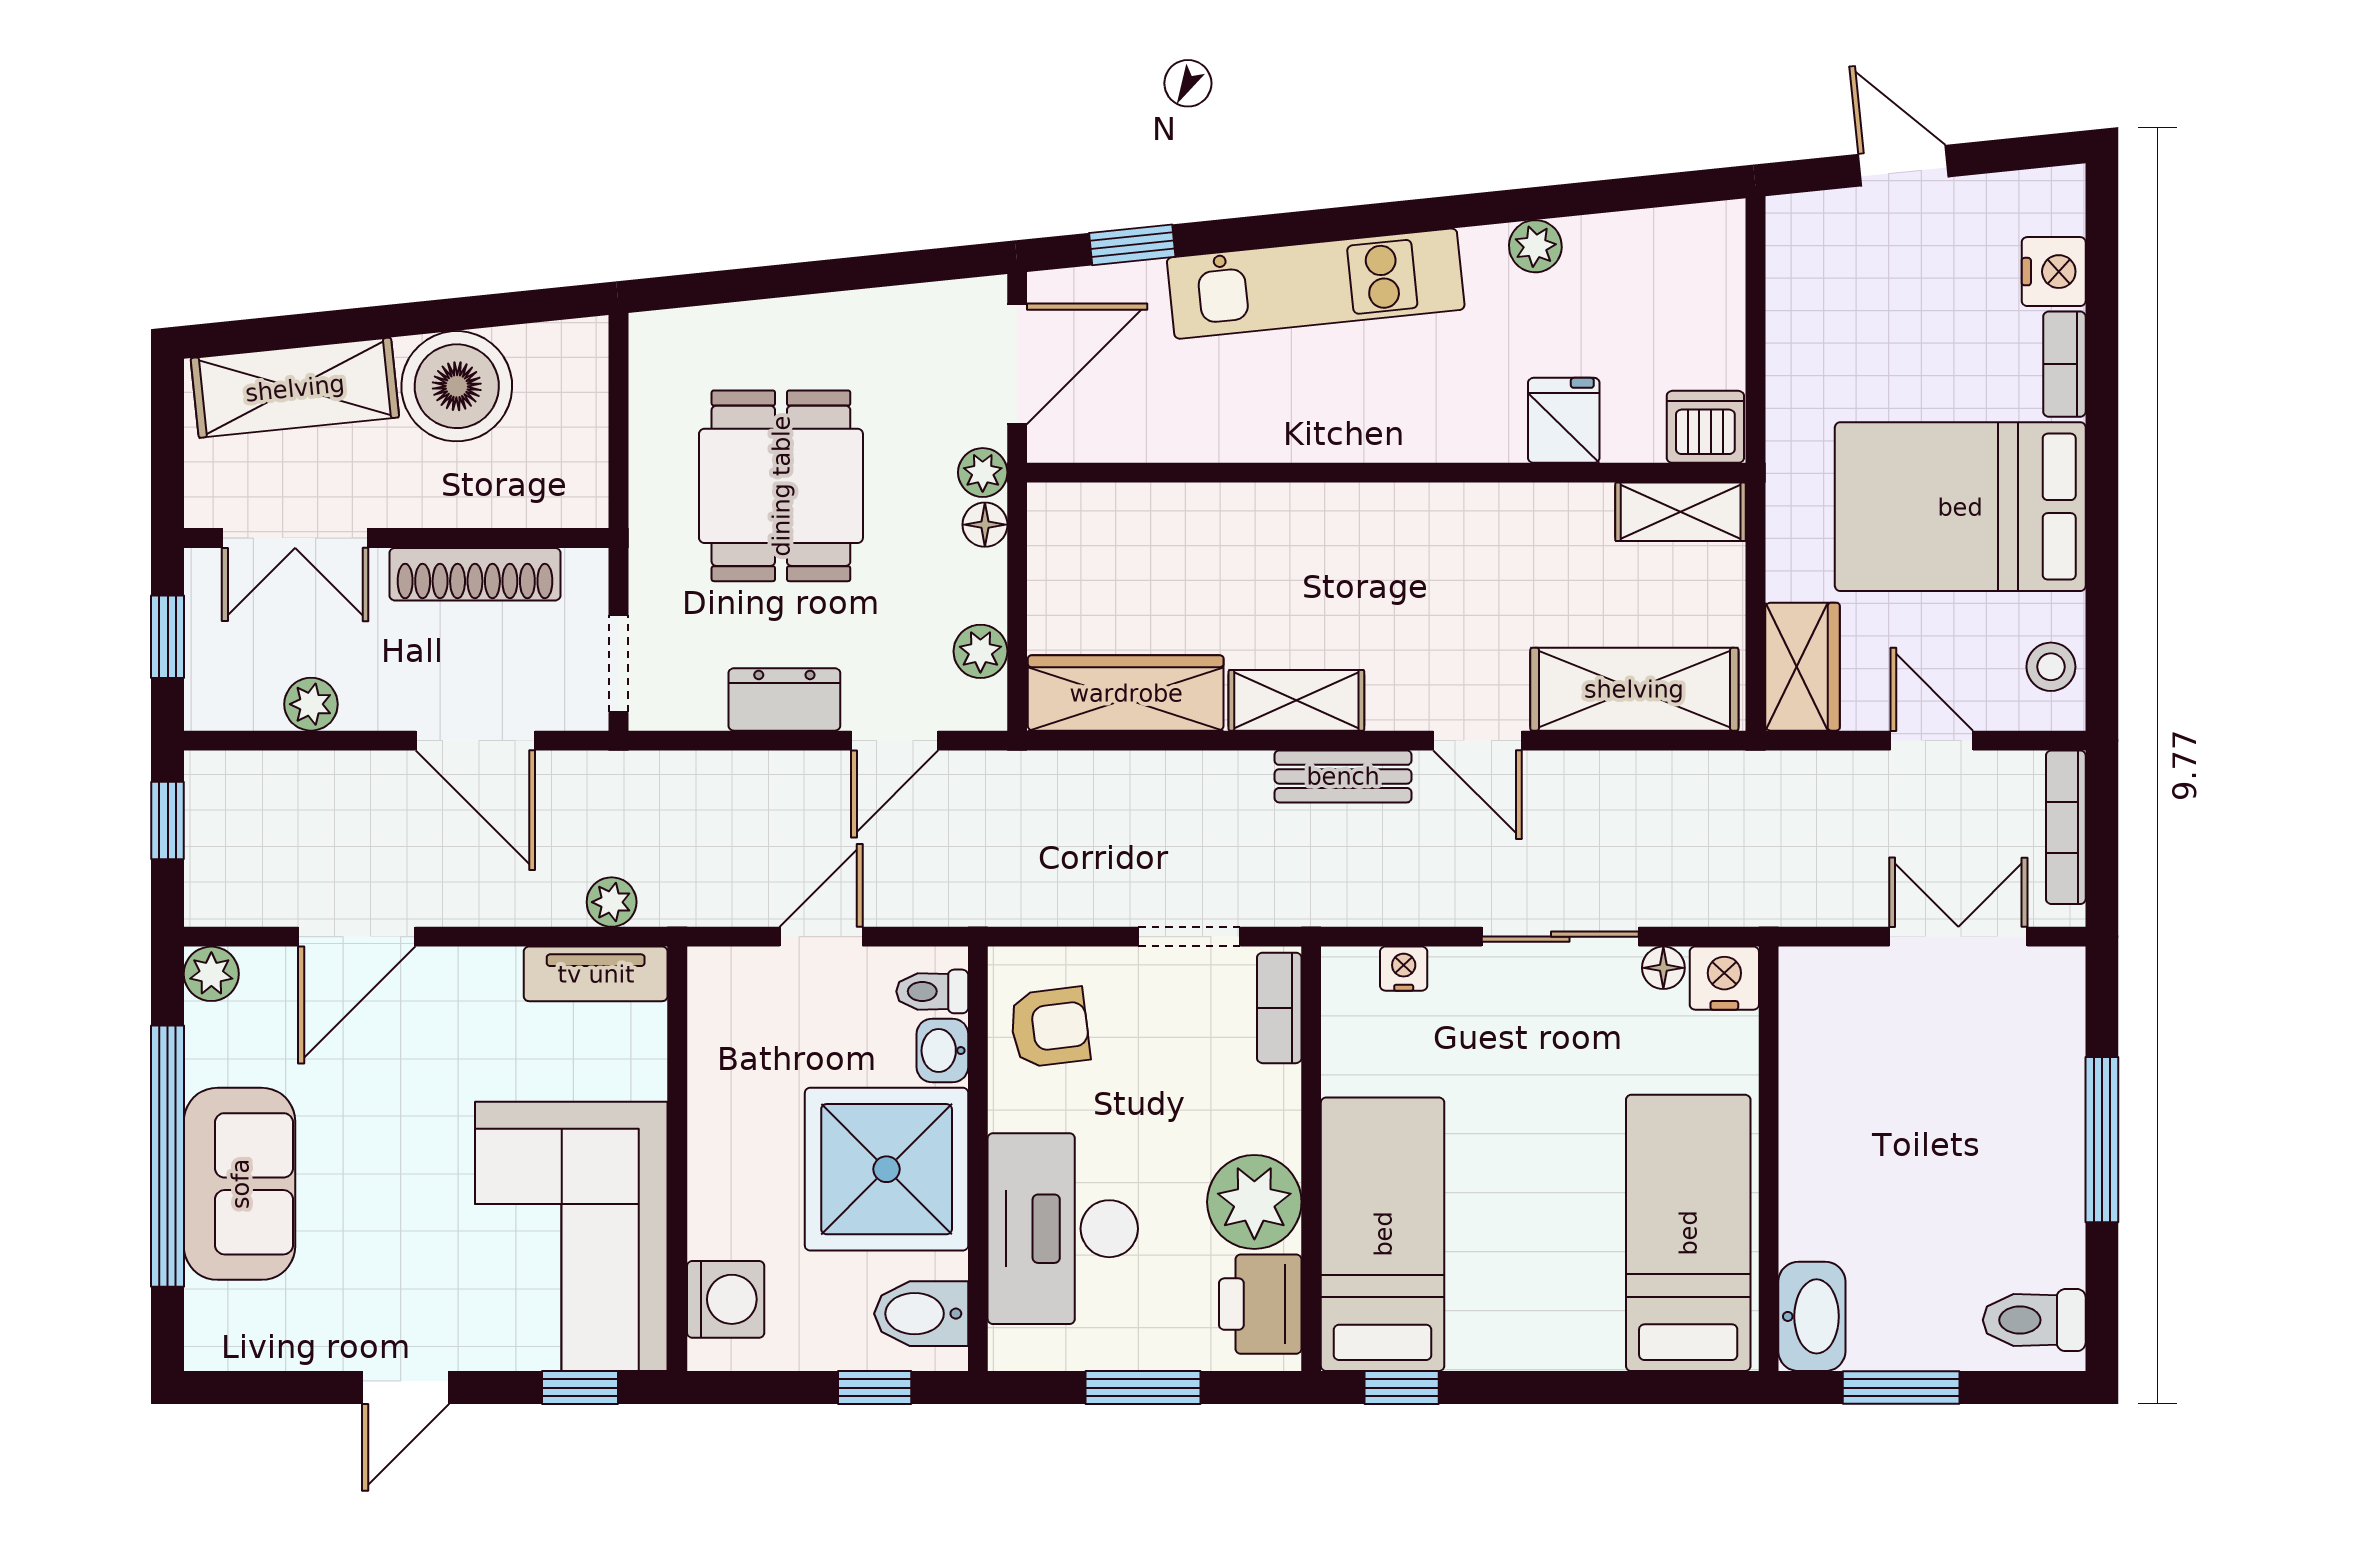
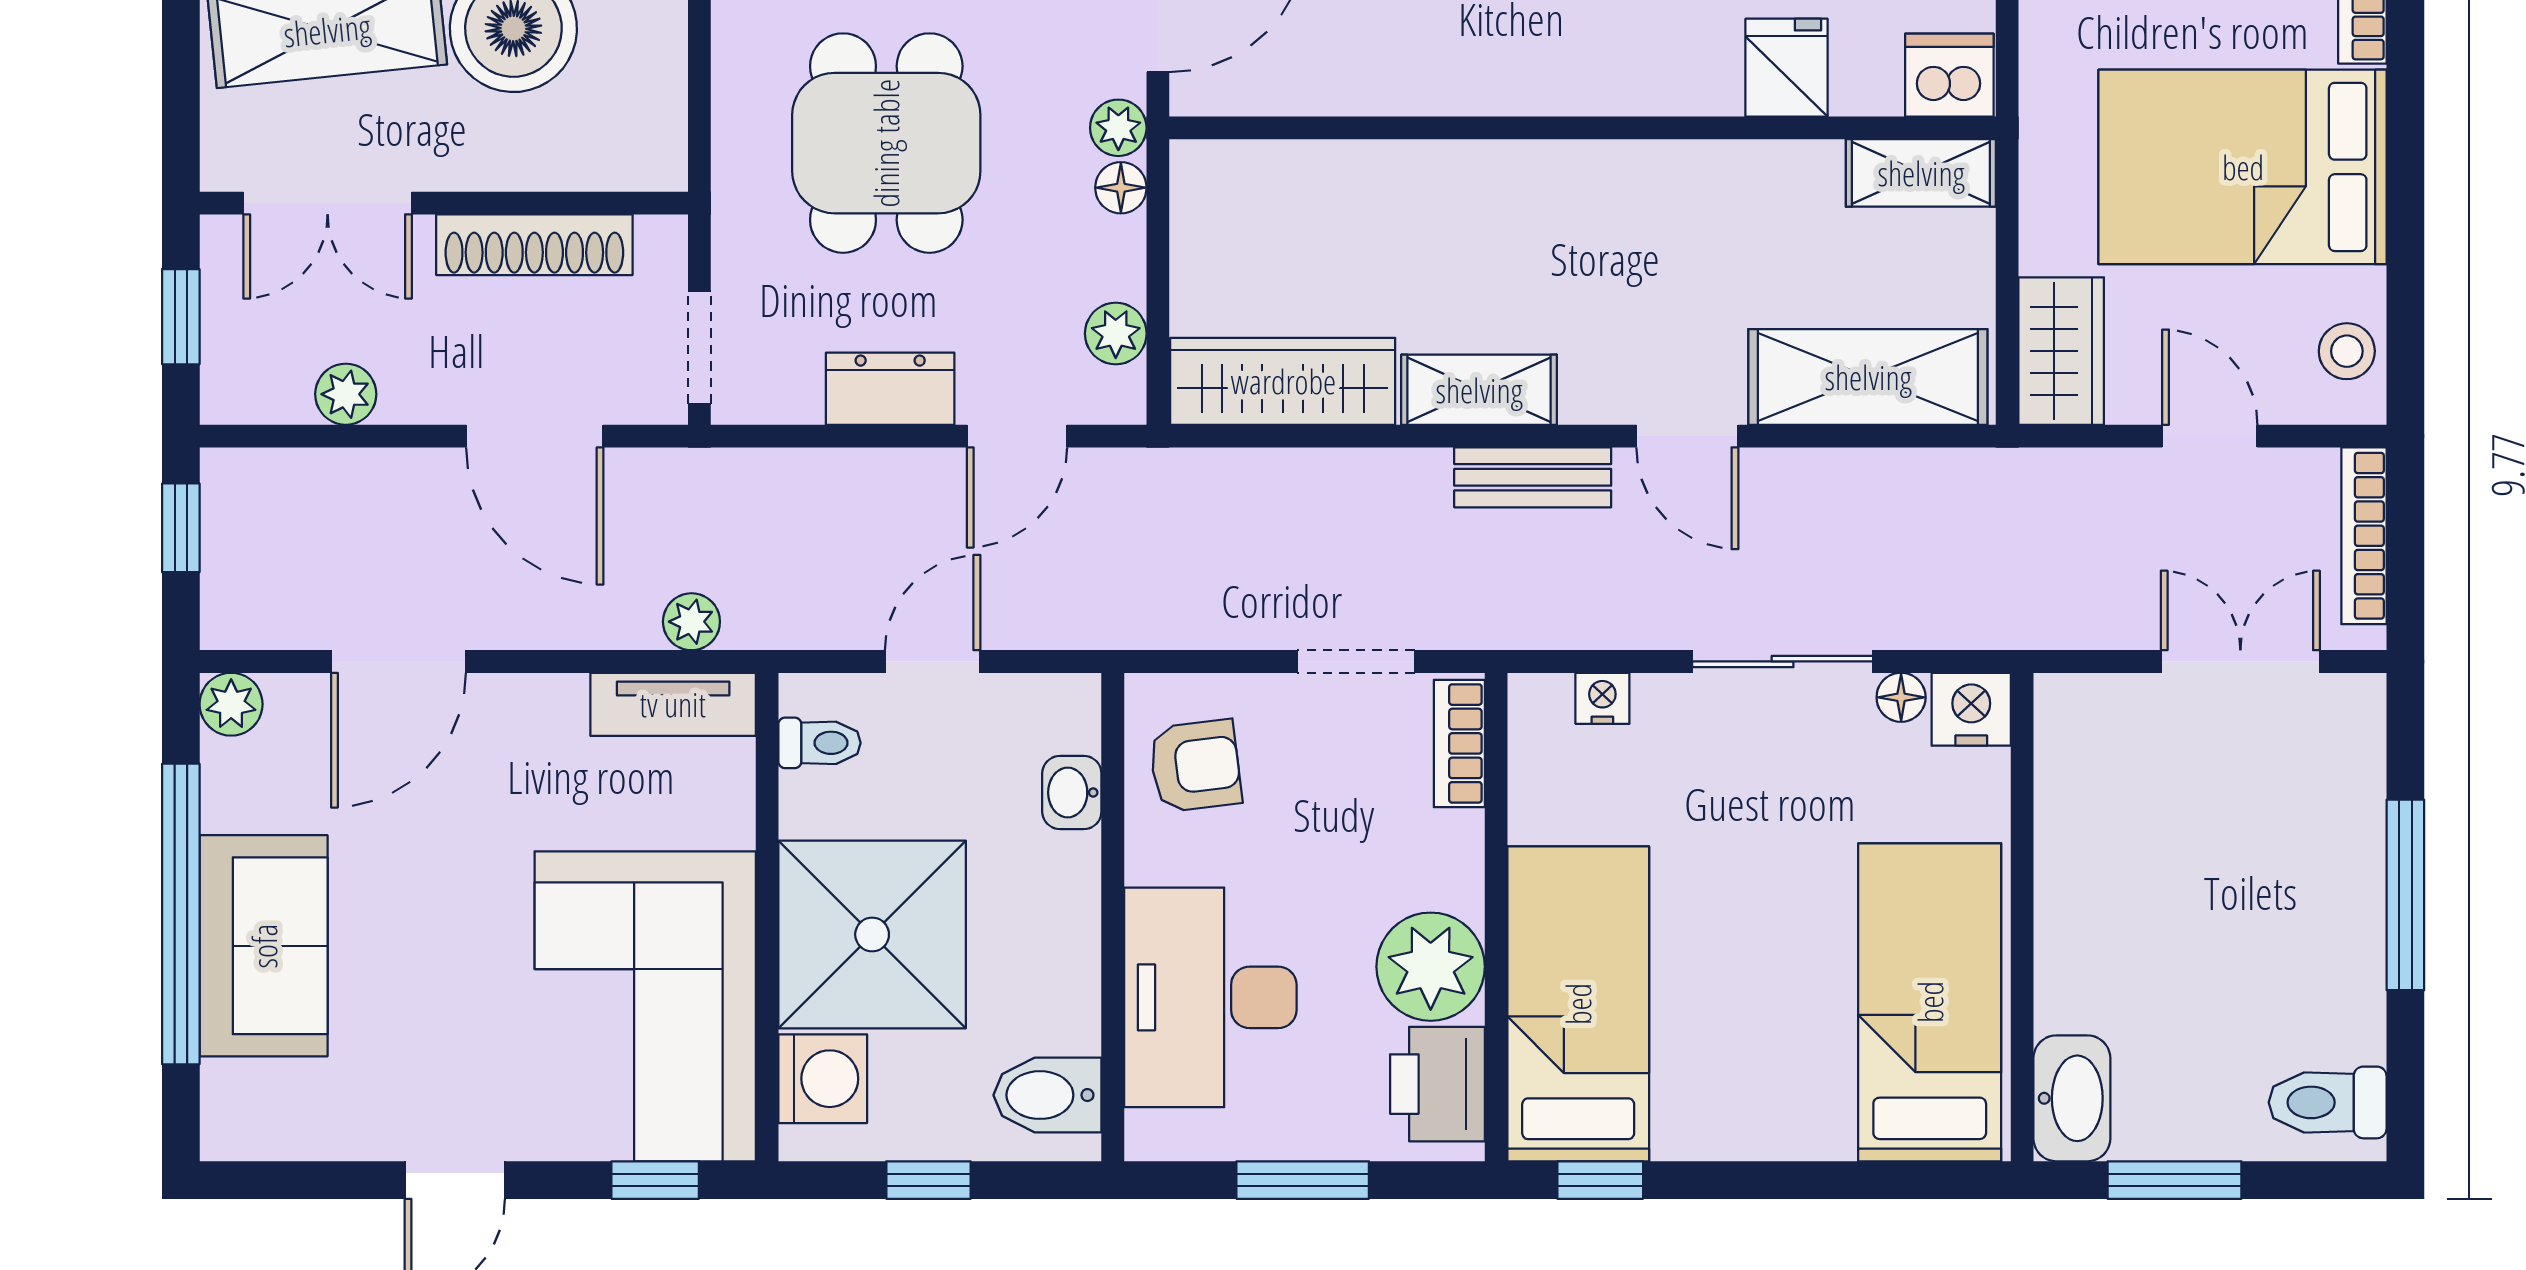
toilet: (932, 991) -> (819, 743), moved, turned 180
shower: (887, 1169) -> (872, 934), moved
window: (875, 1388) -> (928, 1180), moved

